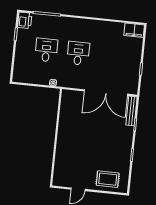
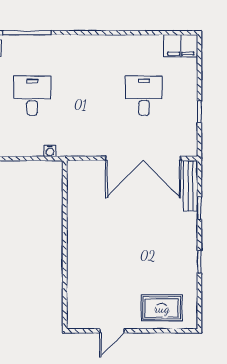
desk: (78, 53) -> (144, 96), moved

